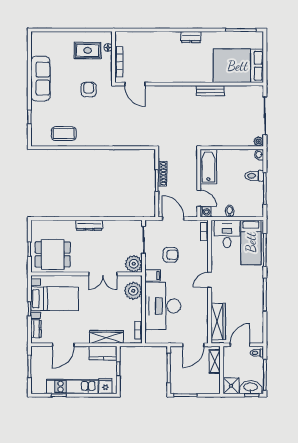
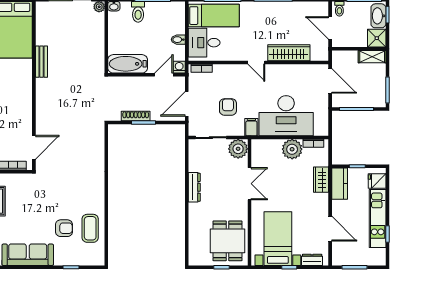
armchair: (89, 90) -> (64, 228), moved, turned 180
dresser: (89, 225) -> (194, 187), moved
plant: (133, 291) -> (292, 149), moved
wardrobe: (218, 322) -> (289, 53), moved
wardrobe: (106, 337) -> (321, 180), width x0.67
shelving: (215, 361) -> (372, 57), moved

